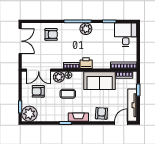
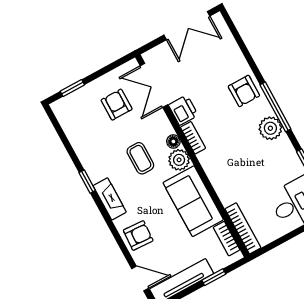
armchair: (51, 34) -> (244, 91), moved
printer: (86, 63) -> (183, 110), moved
plant: (59, 77) -> (179, 160), moved
plant: (29, 114) -> (69, 110), removed

